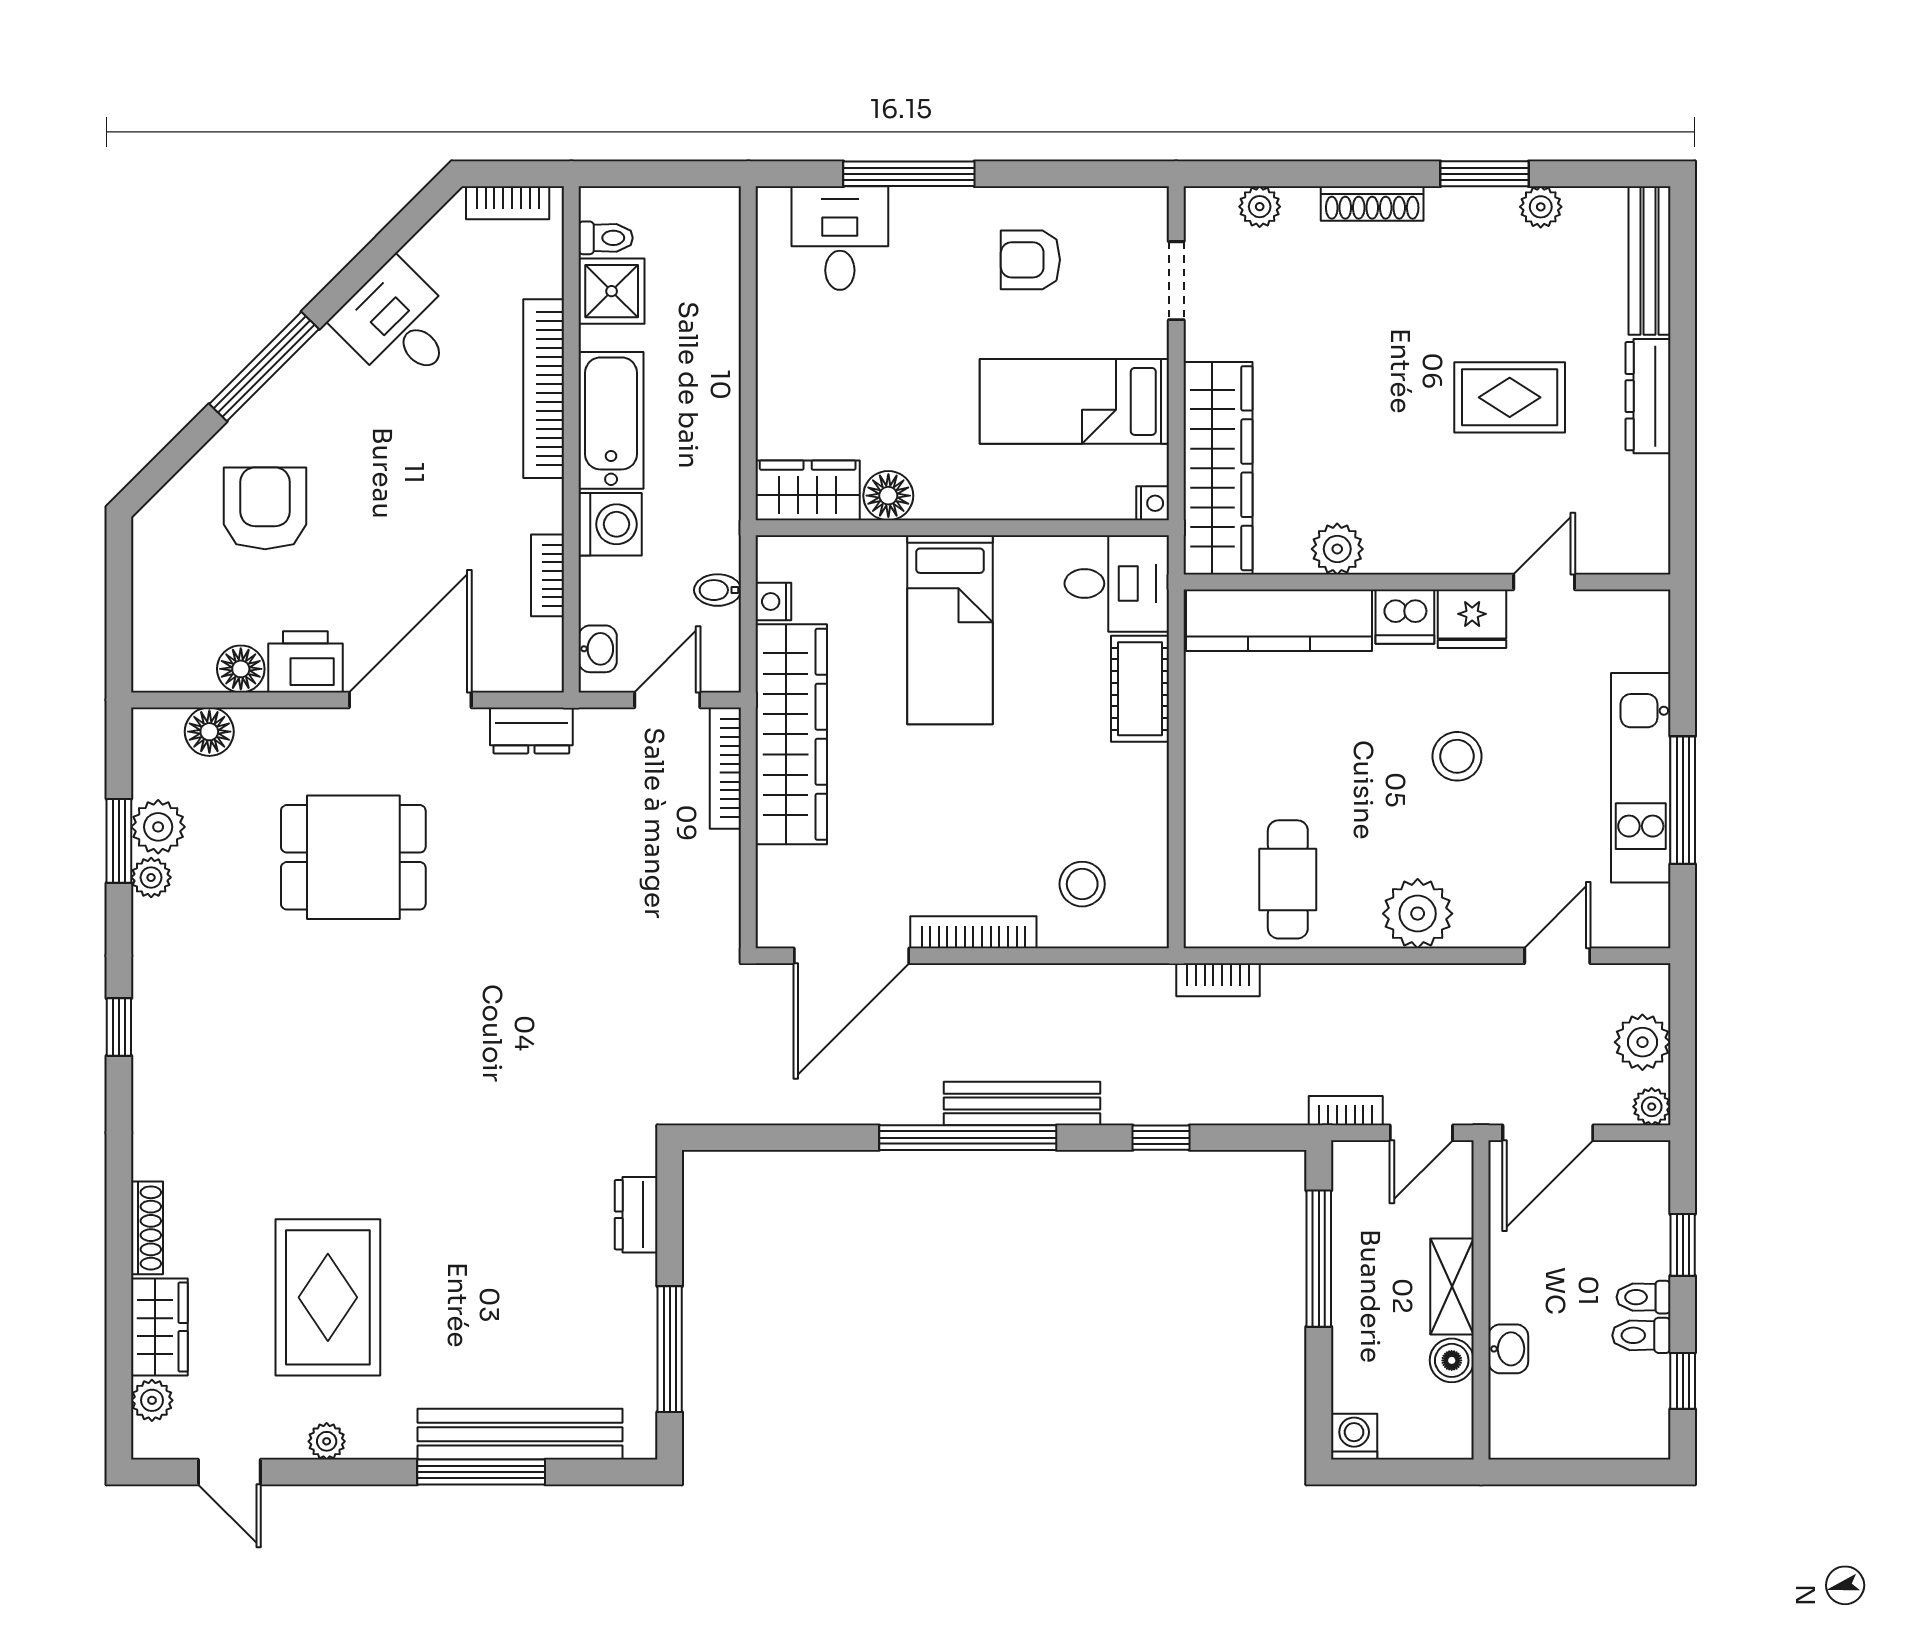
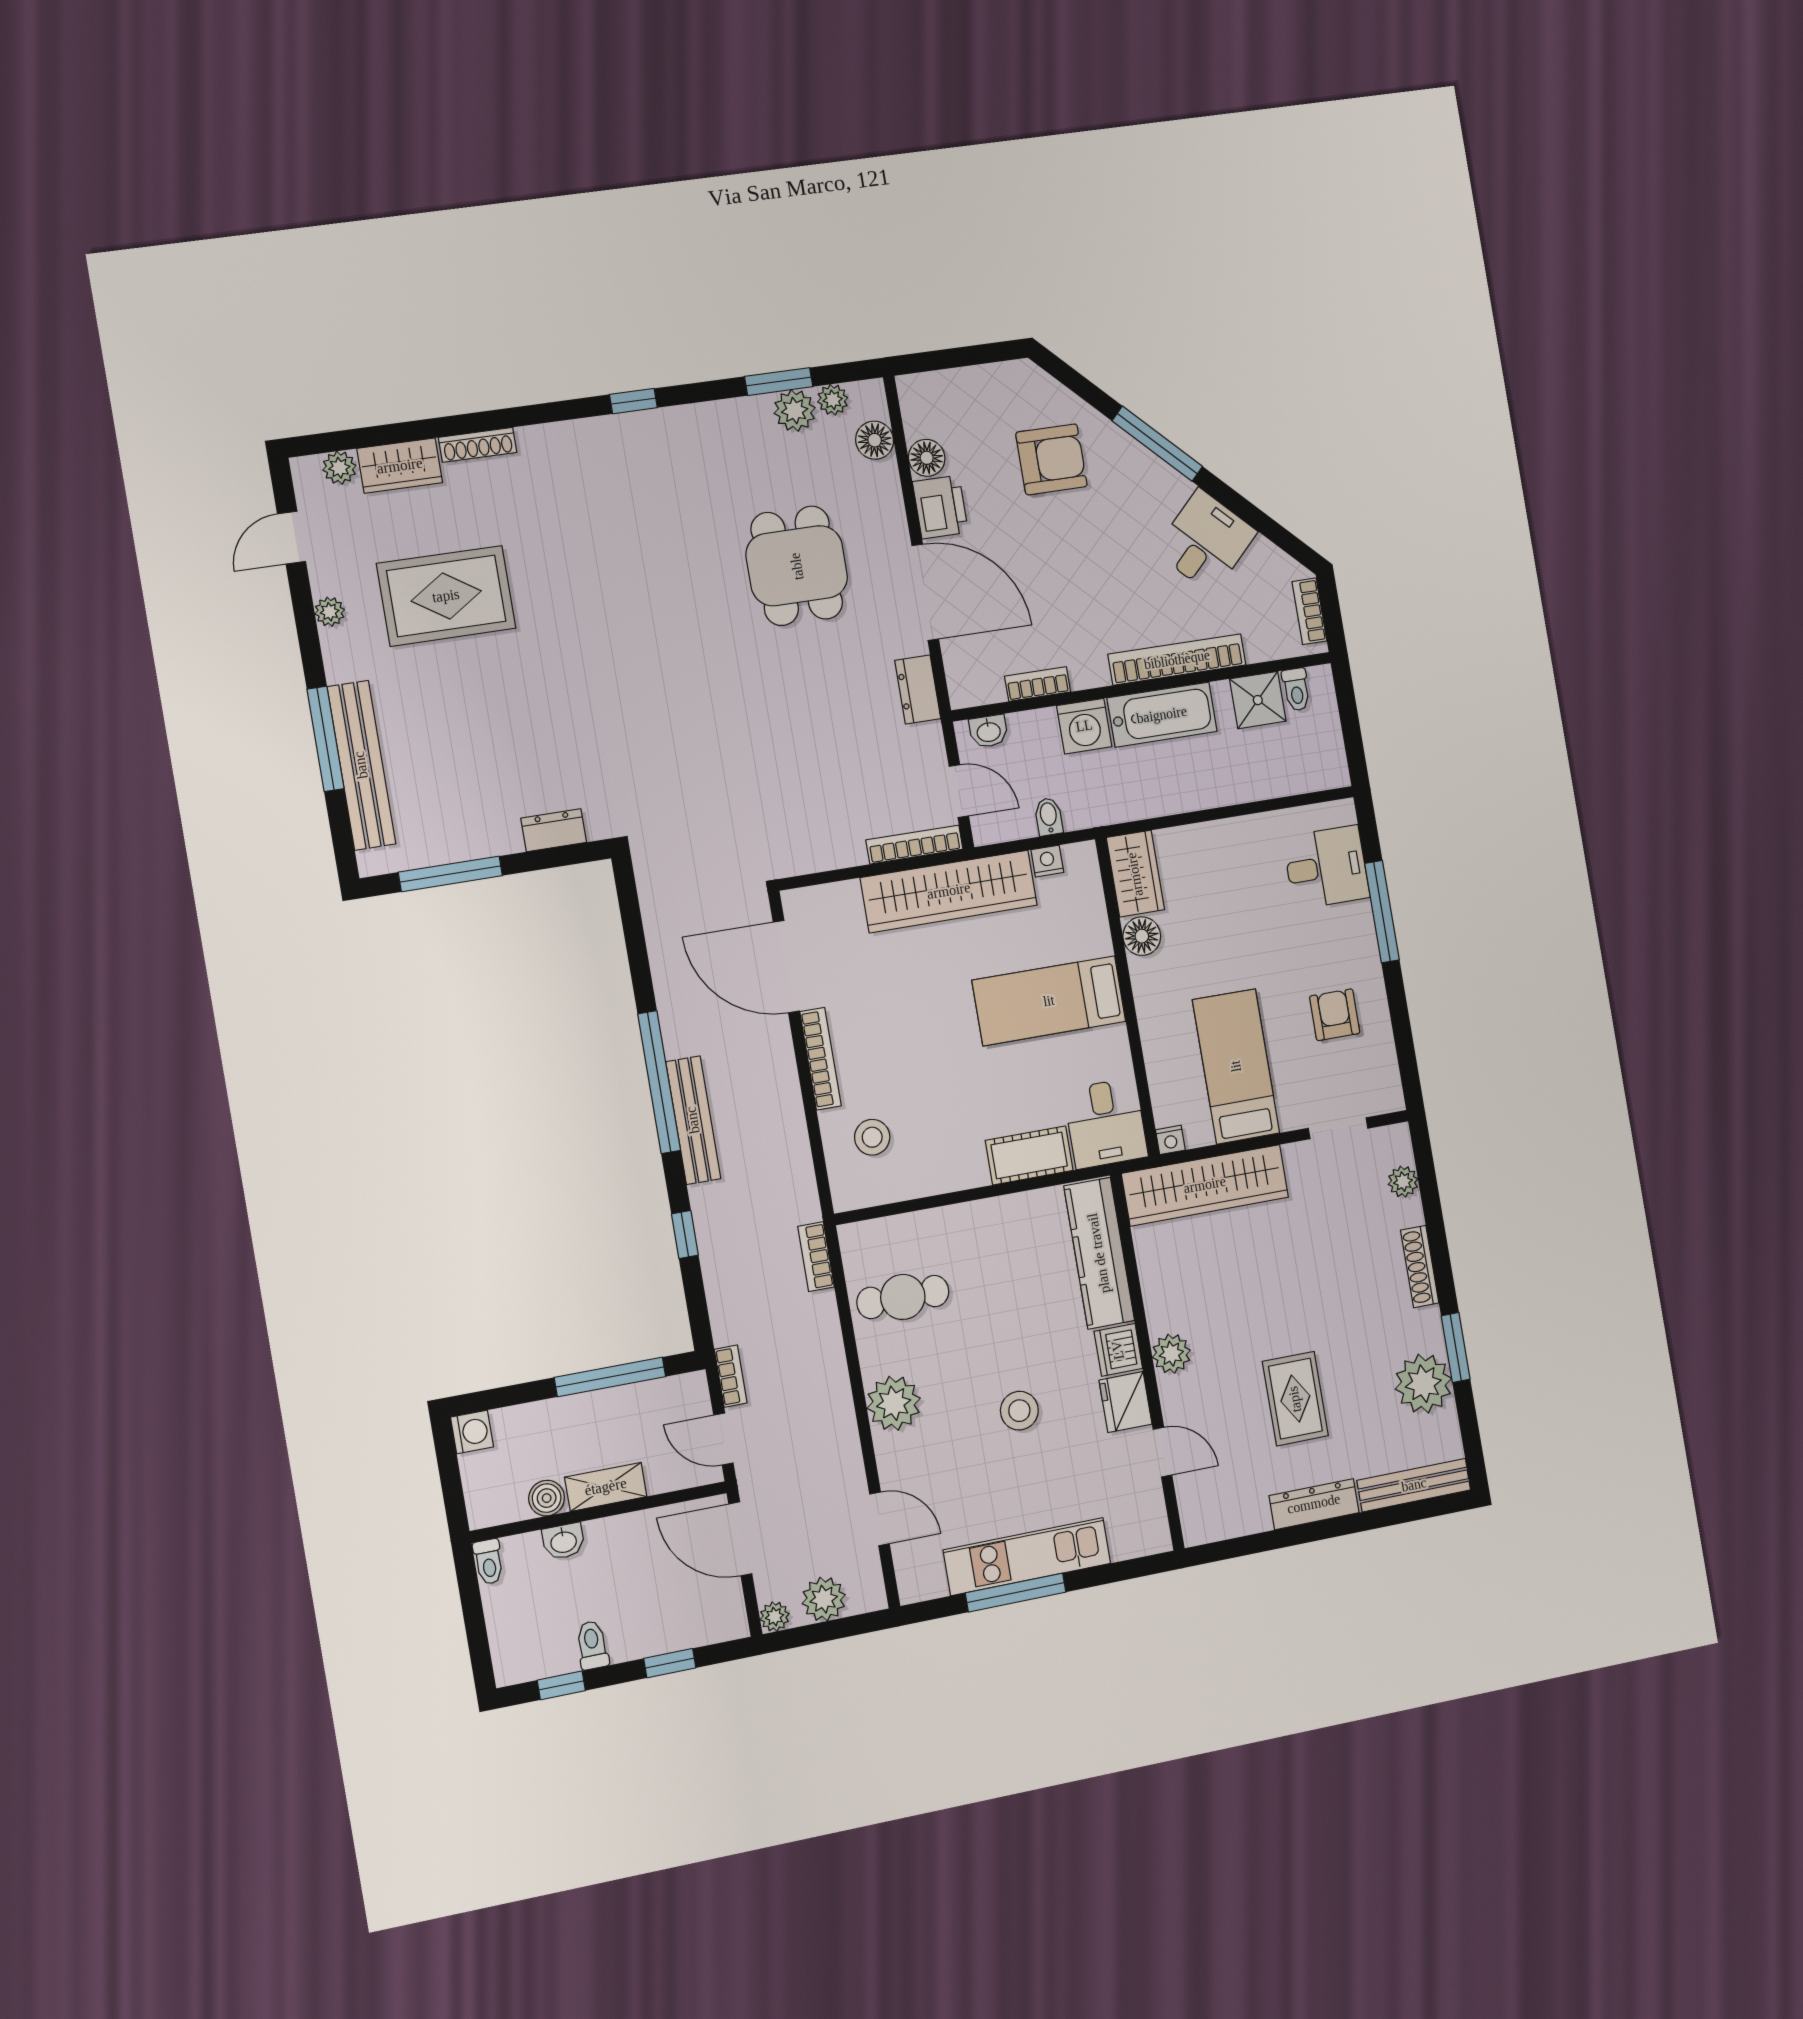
plant: (1541, 207) -> (1423, 1384), width x1.88, depth x1.88
plant: (1337, 549) -> (1171, 1354), moved
plant: (151, 877) -> (833, 400), moved
toilet: (1644, 1297) -> (489, 1562), moved, turned 180

